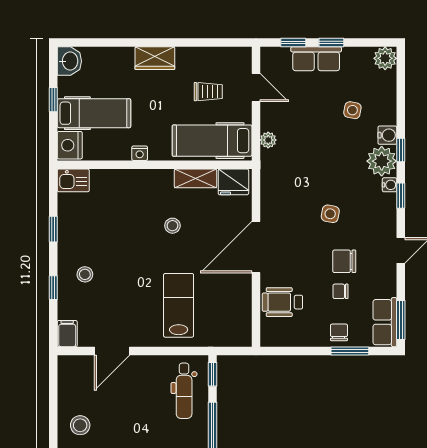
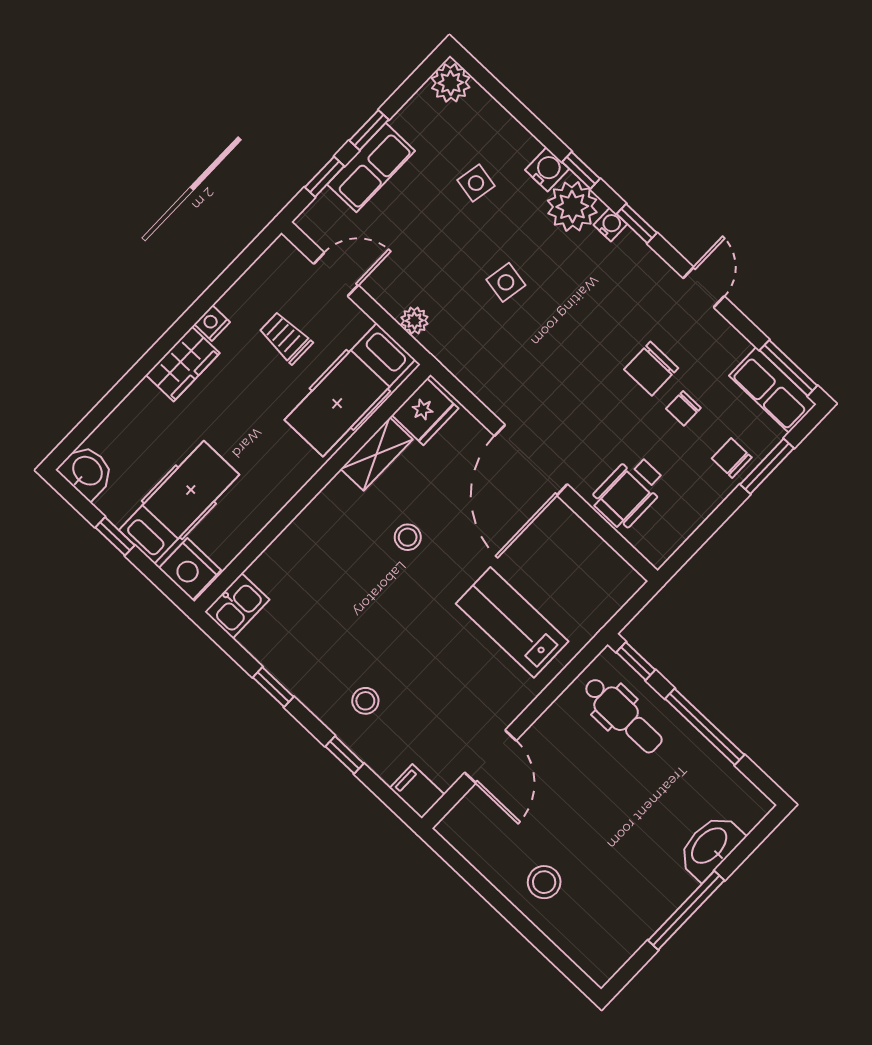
trolley: (208, 92) -> (286, 338), turned -90
nightstand: (140, 153) -> (212, 323), moved, turned 180
side table: (330, 214) -> (506, 282), moved

